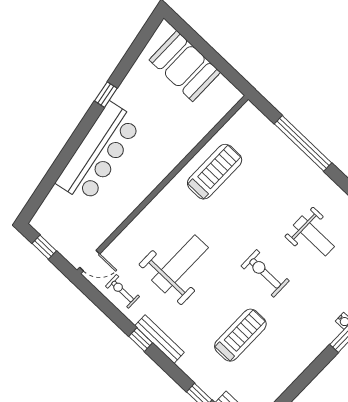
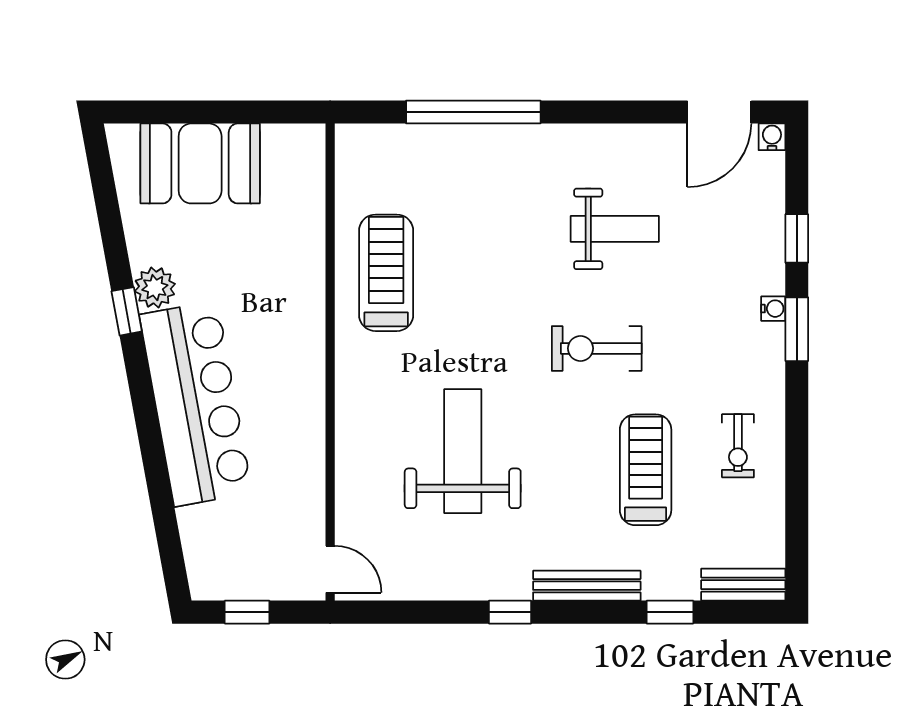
plant: (125, 96) -> (155, 288), added
door: (90, 261) -> (330, 569), hinge flipped
exercise bike: (122, 291) -> (738, 446), moved, turned -90
bench: (160, 339) -> (587, 586), moved

